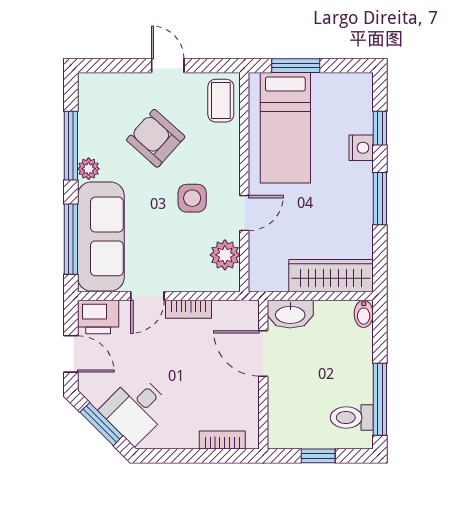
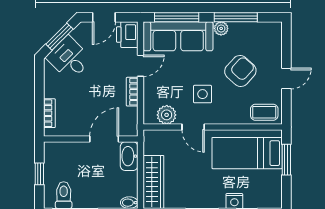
door: (147, 296) -> (141, 66), swing flipped

